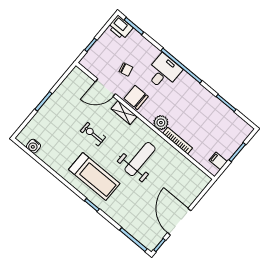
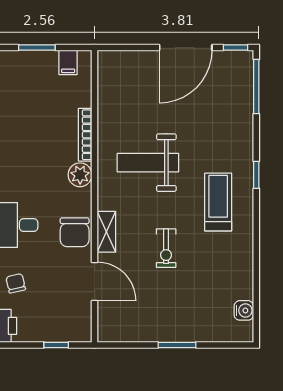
chair: (126, 69) -> (16, 283), moved
treadmill: (94, 176) -> (218, 202), width x0.73, depth x0.73

